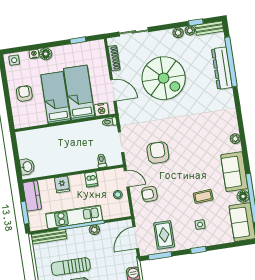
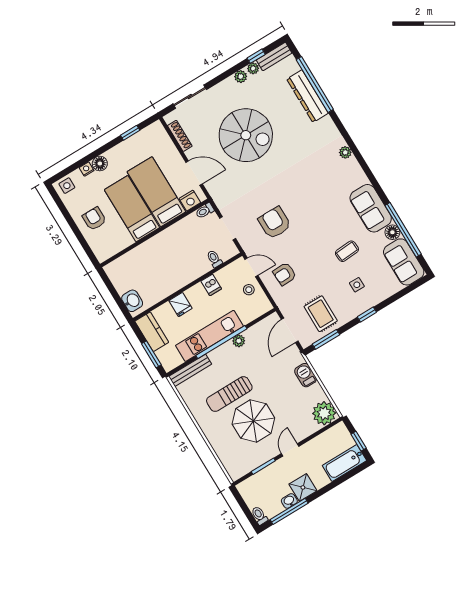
plant: (235, 139) -> (345, 152), moved

